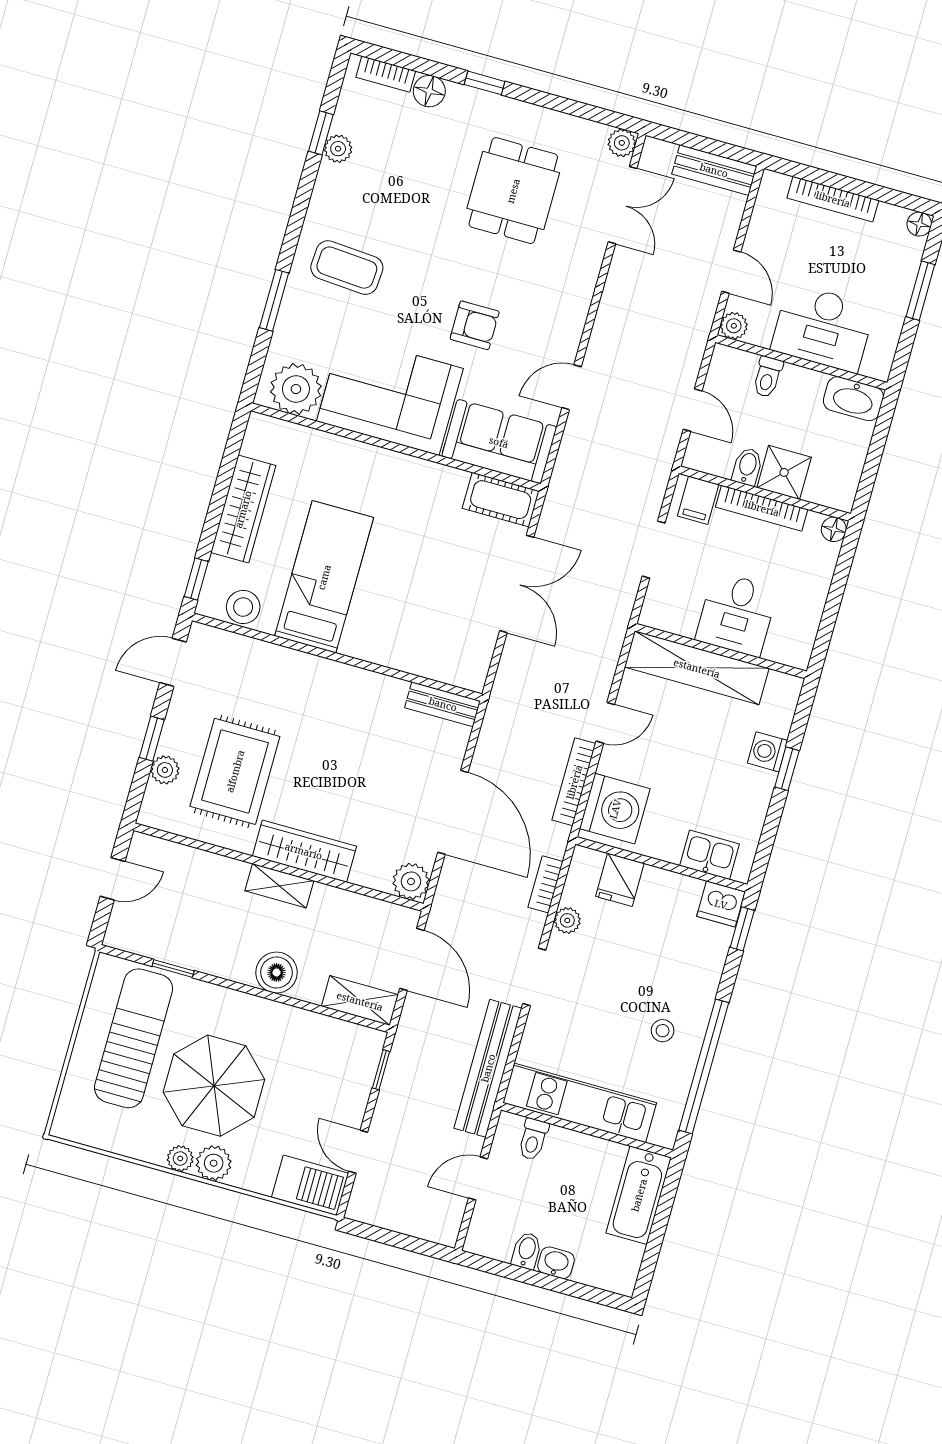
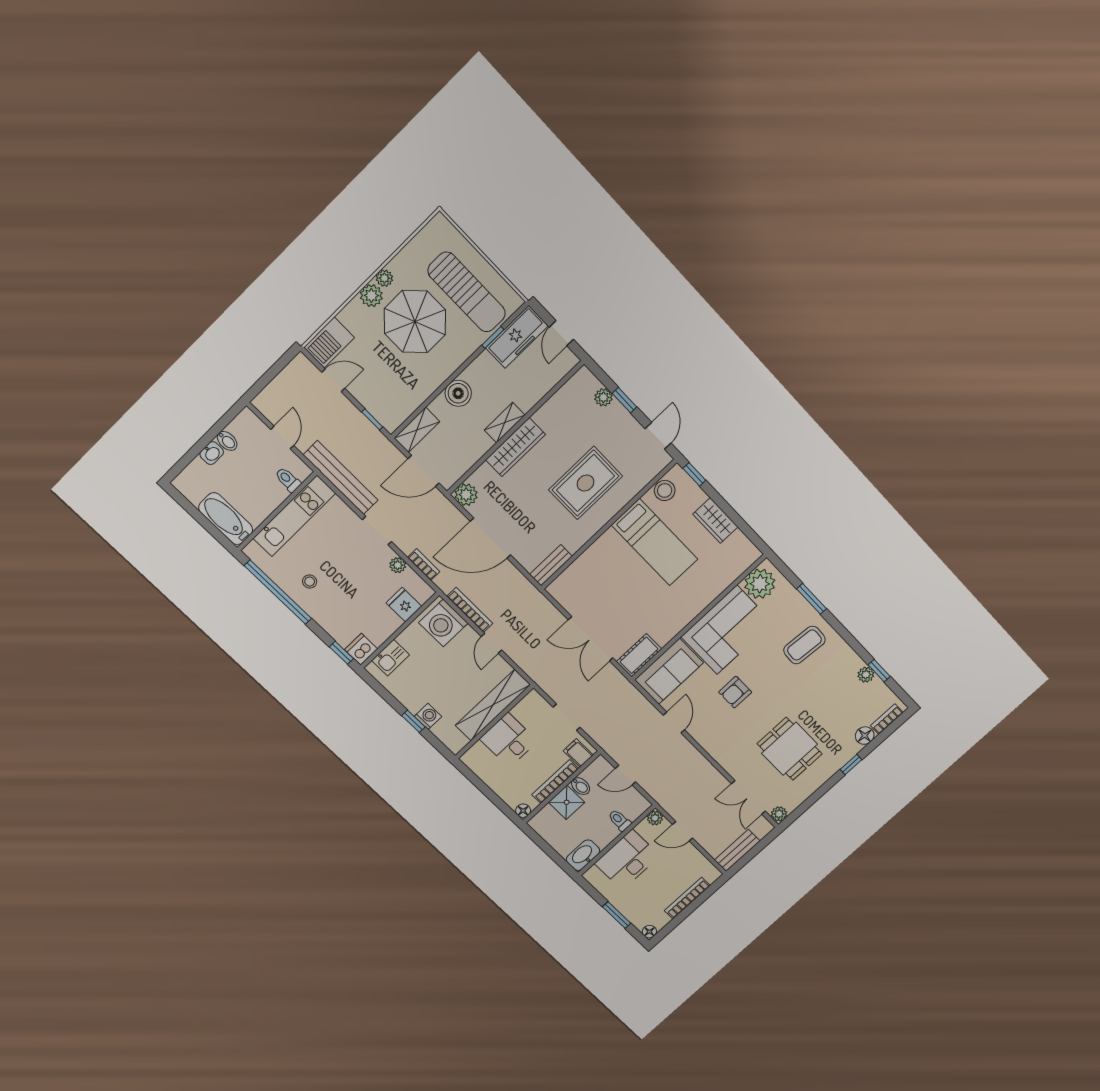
wardrobe: (243, 509) -> (715, 521), width x0.67
rug: (235, 771) -> (585, 483), moved, turned 90
freezer: (153, 936) -> (517, 337), added

